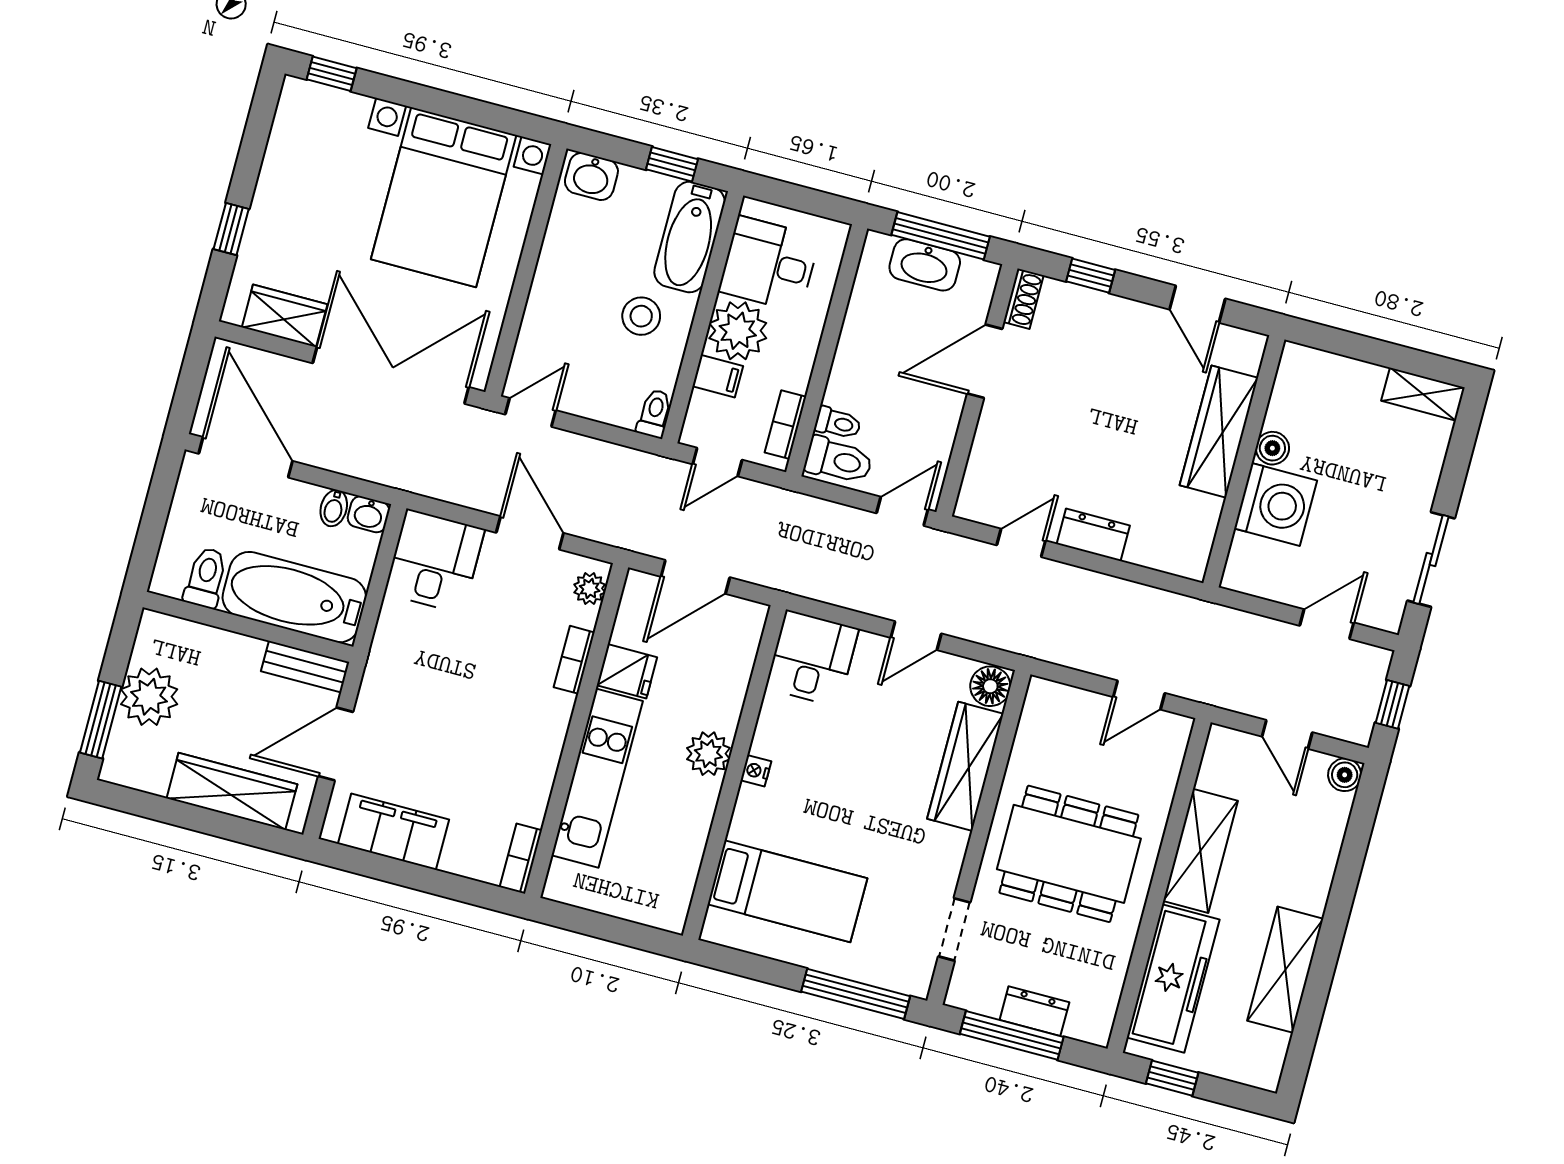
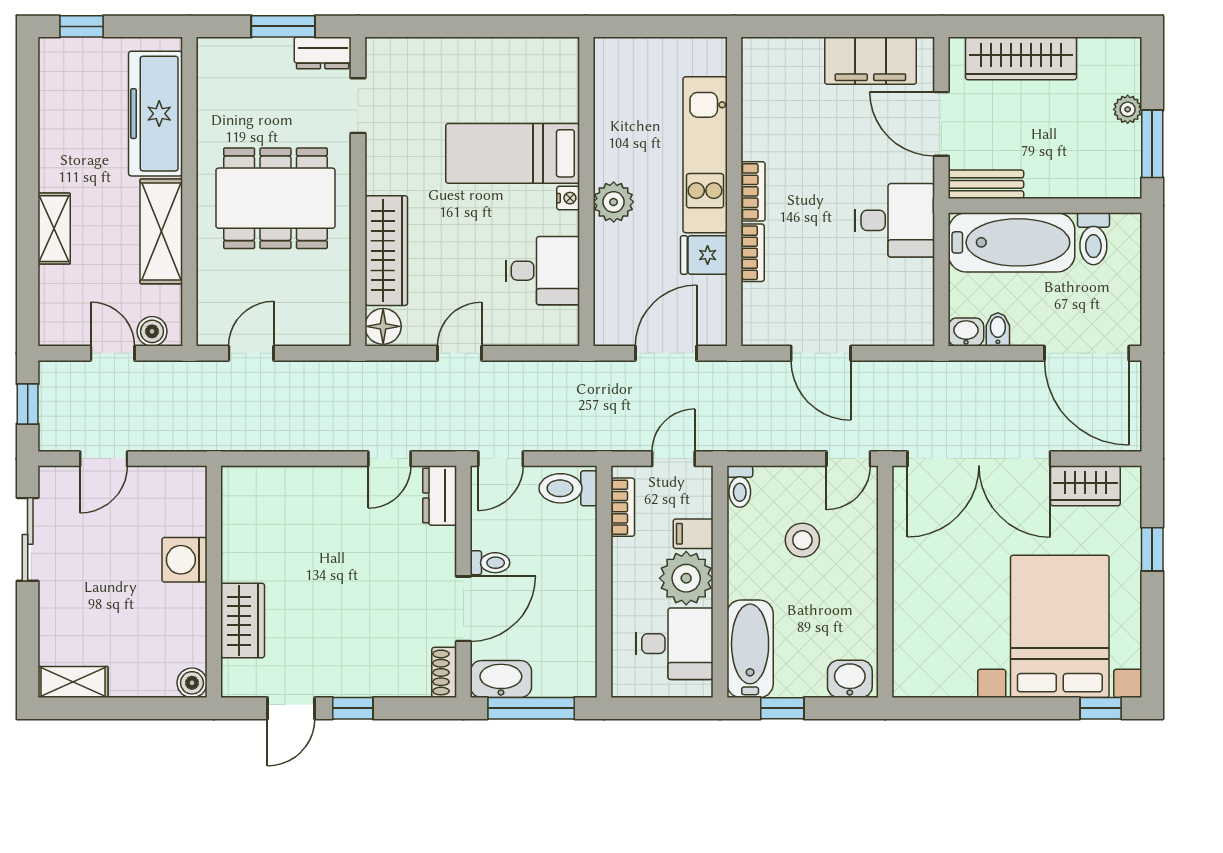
bed with nightstands: (444, 197) -> (1060, 626), moved
washbasin: (925, 265) -> (501, 679), moved
window: (1091, 276) -> (353, 708), moved
door: (1197, 304) -> (291, 708), swing flipped
stool: (641, 316) -> (802, 540), moved
toilet: (838, 423) -> (490, 563), moved, turned 180
wardrobe: (1219, 432) -> (243, 621), width x0.67
boiler: (1272, 448) -> (192, 683), moved
washing machine: (1276, 504) -> (184, 560), width x0.73, depth x0.73
dresser: (1093, 535) -> (440, 496), moved, turned 90
desk: (435, 561) -> (895, 220), moved, turned -90
plant: (590, 588) -> (756, 319), removed
desk: (812, 658) -> (542, 271), moved, turned -90
plant: (149, 697) -> (1128, 109), width x0.53, depth x0.53
window: (101, 720) -> (1152, 144), moved
door: (336, 744) -> (941, 124), swing flipped
boiler: (1345, 775) -> (152, 331), moved
bookcase: (521, 859) -> (753, 191), moved
bed: (787, 891) -> (513, 153), moved
shelving: (1285, 970) -> (54, 229), moved, width x0.67, depth x0.75
window: (856, 994) -> (429, 26), removed
dresser: (1034, 1011) -> (323, 53), moved
window: (1012, 1035) -> (283, 26), width x0.69
window: (1172, 1078) -> (82, 26), moved

